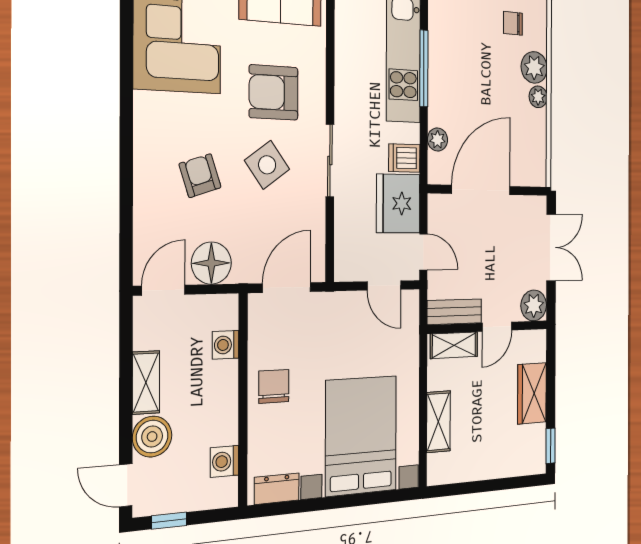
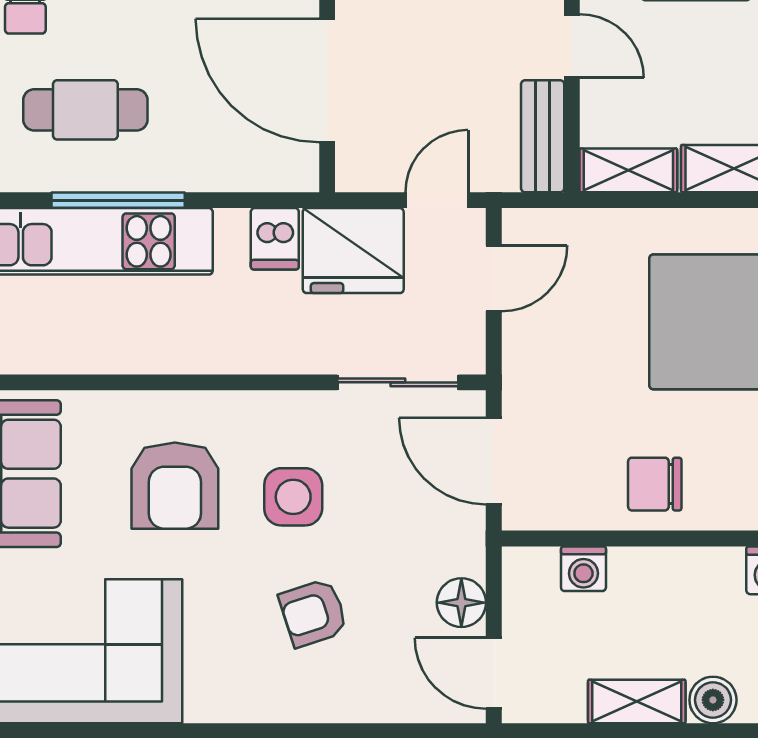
cafe table: (468, 53) -> (85, 110), added
plant: (438, 140) -> (241, 172), removed
sliding door: (330, 160) -> (398, 382), moved
side table: (267, 165) -> (293, 497), turned 36
floor lamp: (211, 263) -> (461, 603), width x0.73, depth x0.73
shelving: (454, 345) -> (628, 170), moved, turned 90
boiler: (152, 437) -> (713, 700), width x0.73, depth x0.73

